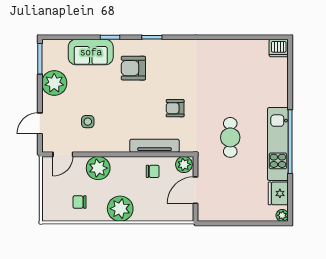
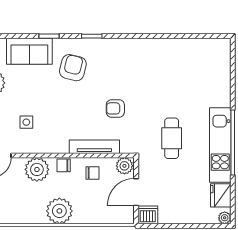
dishwasher: (279, 48) -> (148, 215), moved, turned 180
armchair: (133, 68) -> (73, 68), turned 104
chair: (79, 202) -> (64, 165), moved

